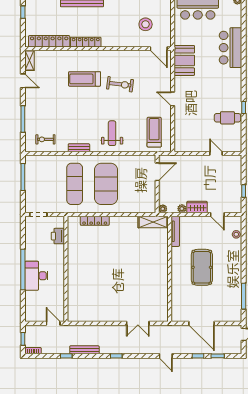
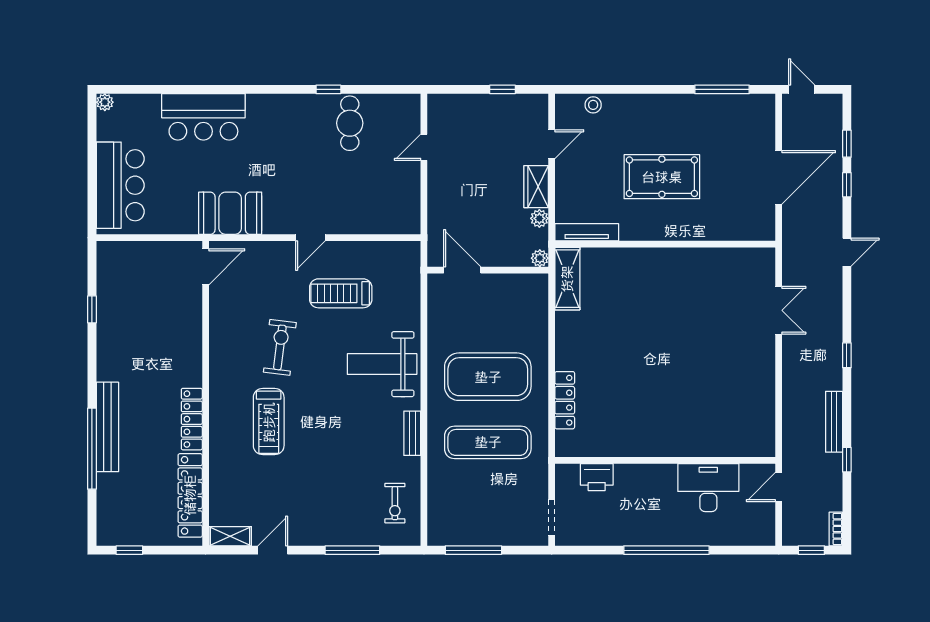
stool: (146, 24) -> (155, 294), removed
treadmill: (154, 132) -> (341, 293), moved
weight bench: (112, 133) -> (382, 364), width x1.36, depth x1.33
desk: (36, 276) -> (708, 488), moved, turned 180

